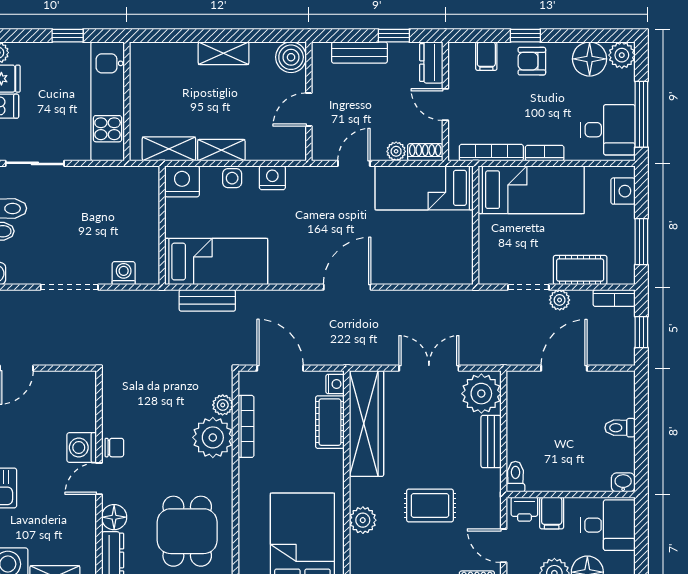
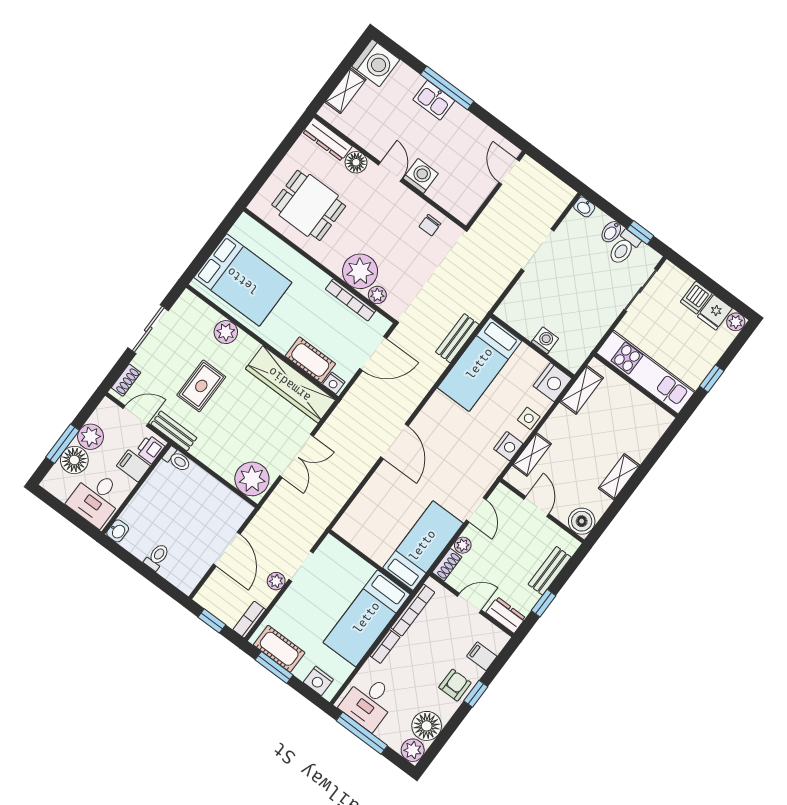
shelving: (221, 150) -> (532, 455), moved
cot: (580, 270) -> (279, 649), moved, turned 90
washing machine: (124, 273) -> (545, 340), moved, turned -90
bench: (491, 441) -> (174, 431), moved
chair: (114, 448) -> (430, 225), moved

